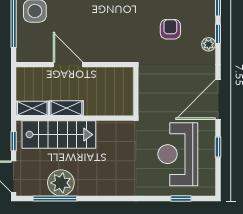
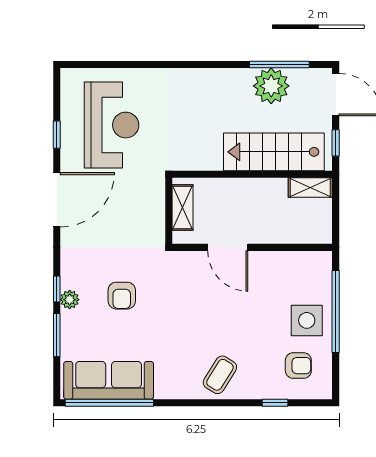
plant: (209, 44) -> (70, 300), moved
door: (68, 65) -> (228, 247), moved
shelving: (66, 108) -> (182, 207), moved, turned 90
window: (181, 199) -> (108, 65), removed

